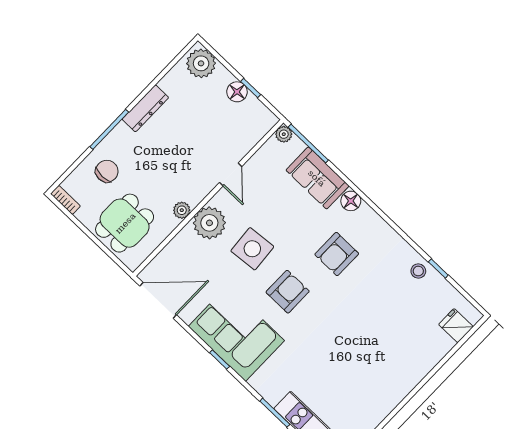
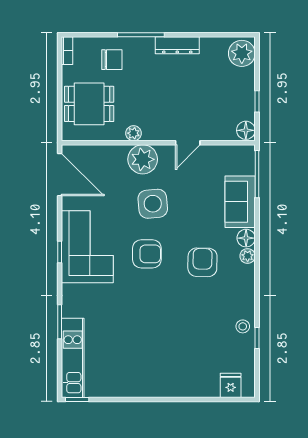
floor lamp: (237, 92) -> (246, 130), moved
plant: (284, 134) -> (248, 256), moved
armchair: (337, 254) -> (202, 262), turned 91

